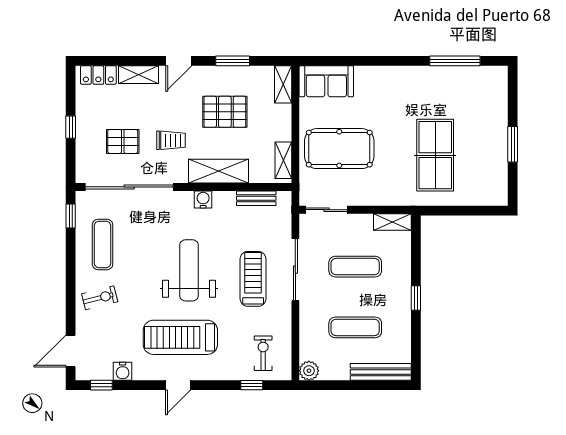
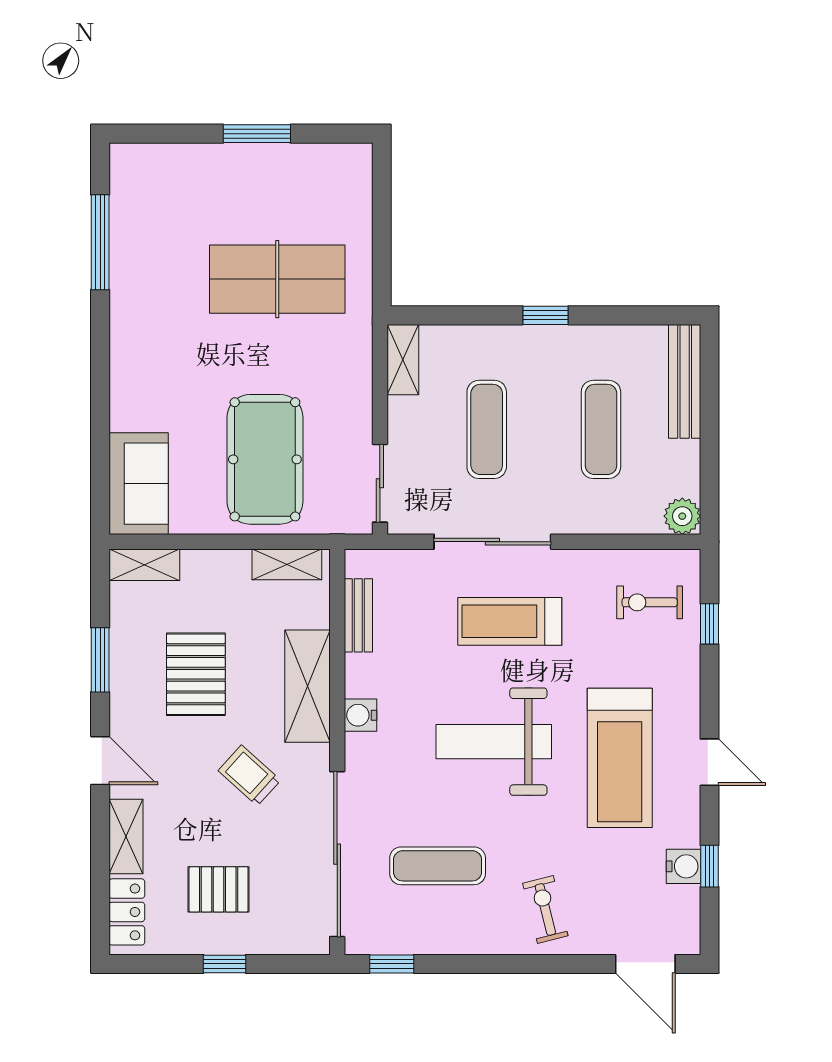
trolley: (171, 140) -> (249, 775), turned -48
pallet: (123, 141) -> (219, 889), moved, turned 90
exercise mat: (103, 244) -> (438, 866), moved
window: (101, 385) -> (710, 866), moved

